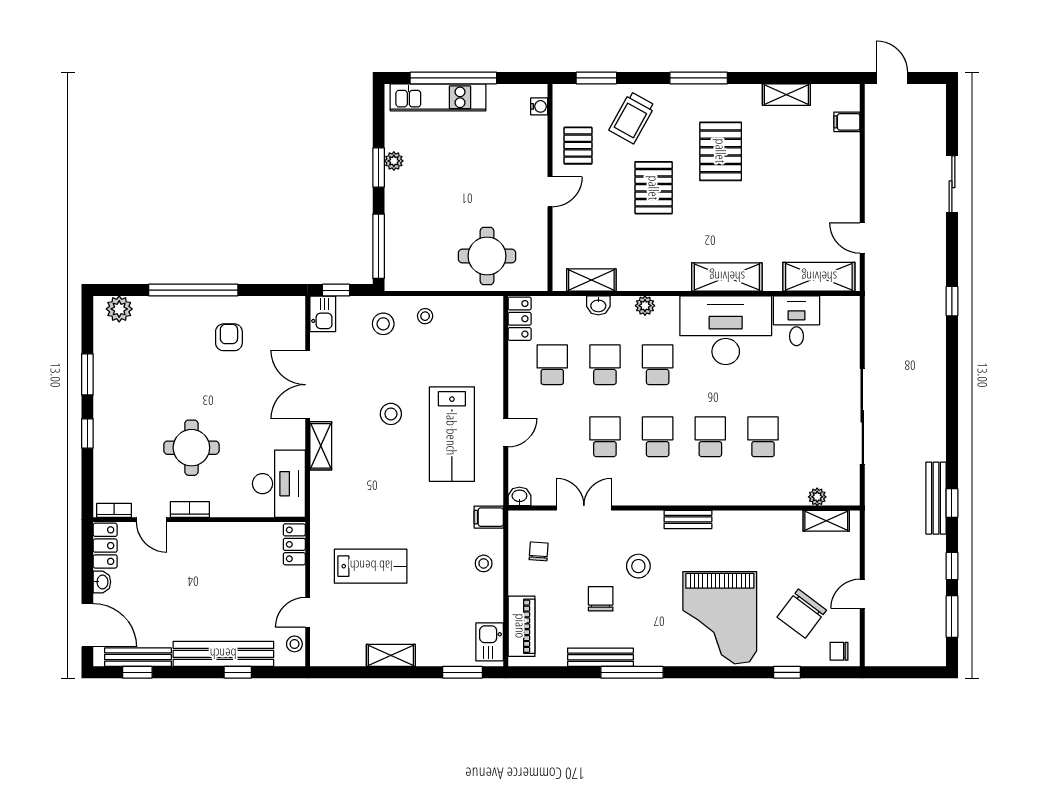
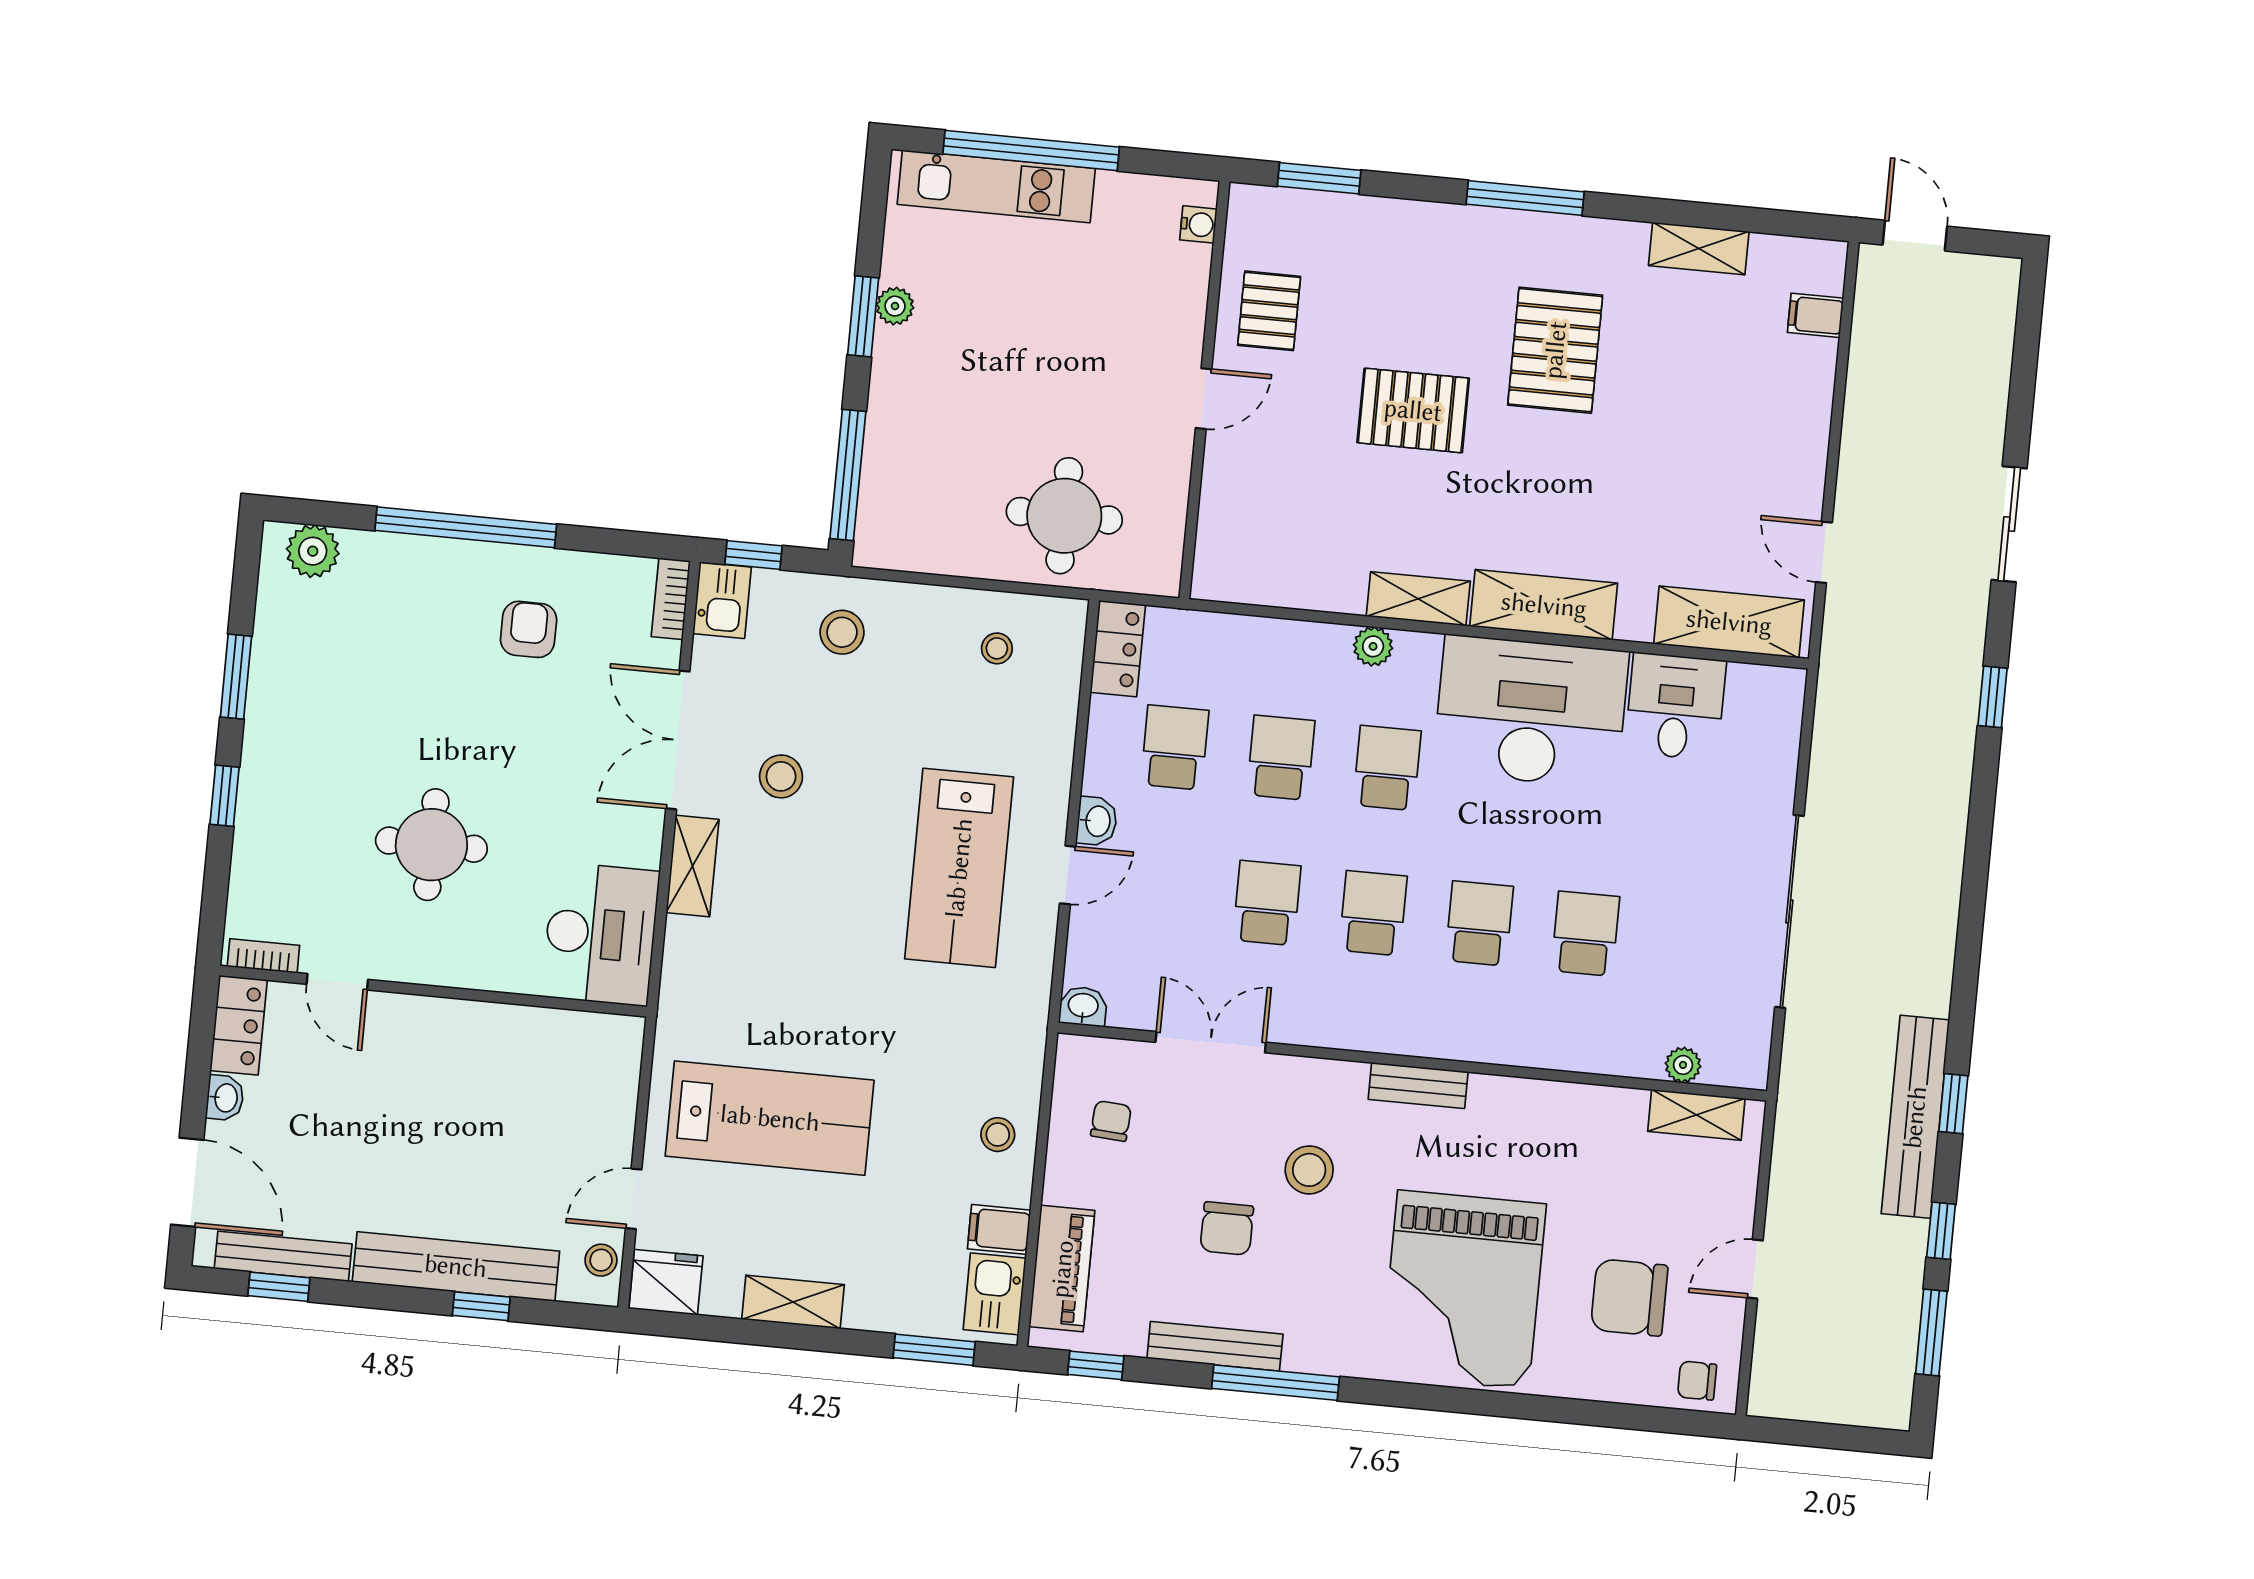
trolley: (632, 118) -> (1383, 265), removed
sliding door: (952, 184) -> (2009, 524), moved
pallet: (654, 188) -> (1413, 410), turned 90
shelving: (591, 280) -> (1418, 599), moved
washbasin: (598, 305) -> (1097, 821), moved, turned -90
stool: (425, 316) -> (997, 648), moved
stool: (391, 414) -> (781, 776), moved
bench: (936, 498) -> (1915, 1117), width x1.37, depth x1.21
bookcase: (190, 509) -> (671, 599), moved, turned -90
filing cabinet: (489, 517) -> (999, 1229), moved
locker: (294, 544) -> (620, 1059), removed
lab bench: (371, 566) -> (770, 1118), width x1.36, depth x1.39
chair: (601, 599) -> (1227, 1228), turned 180
chair: (802, 614) -> (1629, 1298), turned 53
fridge: (327, 652) -> (666, 1282), added
window: (787, 672) -> (1096, 1365), moved

